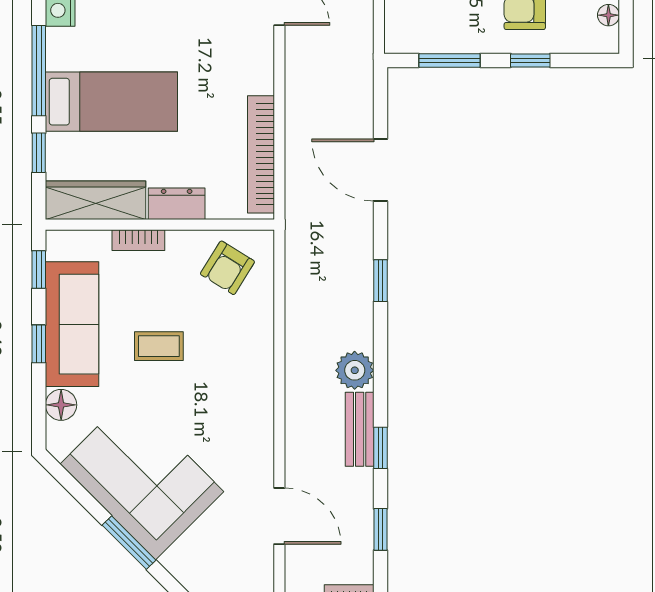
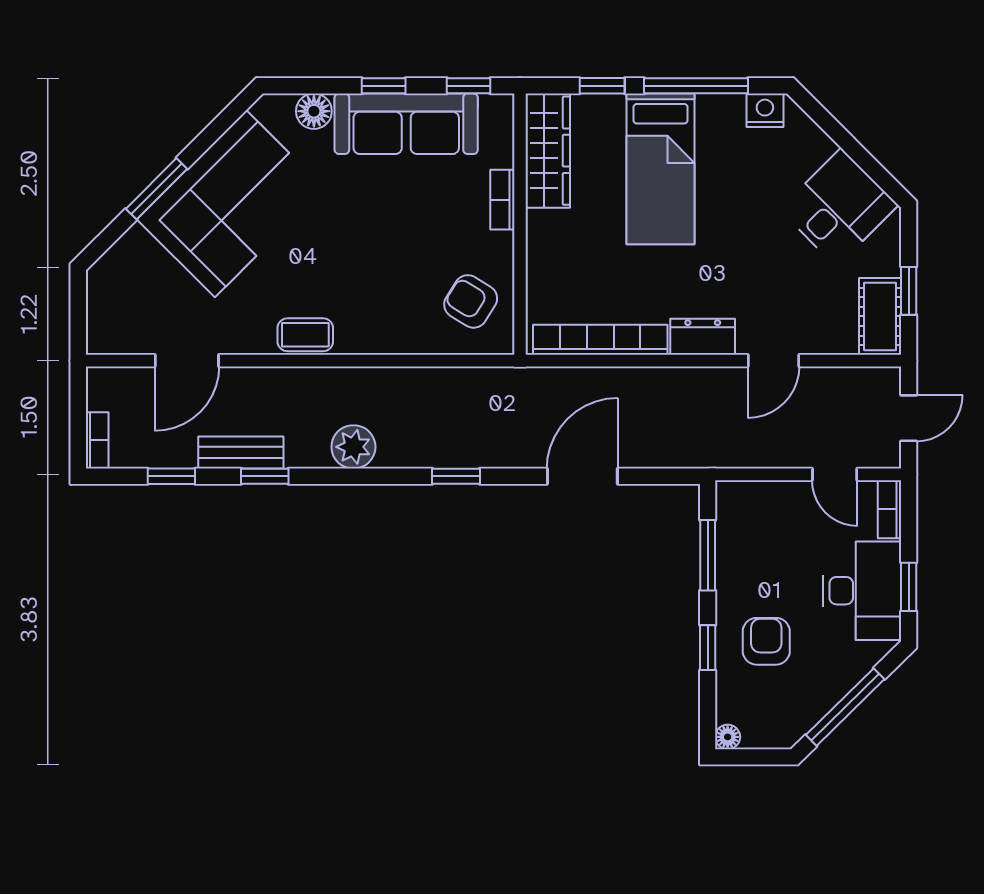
floor lamp: (608, 15) -> (728, 737), moved
dresser: (177, 204) -> (703, 337), moved, turned -90
coffee table: (159, 346) -> (305, 335), moved, turned 90
bench: (360, 429) -> (241, 453), moved

